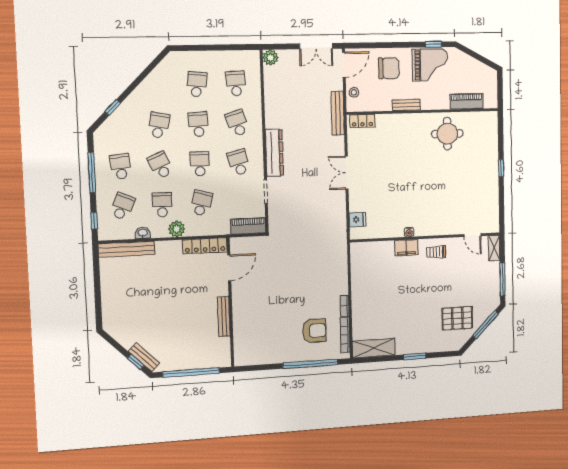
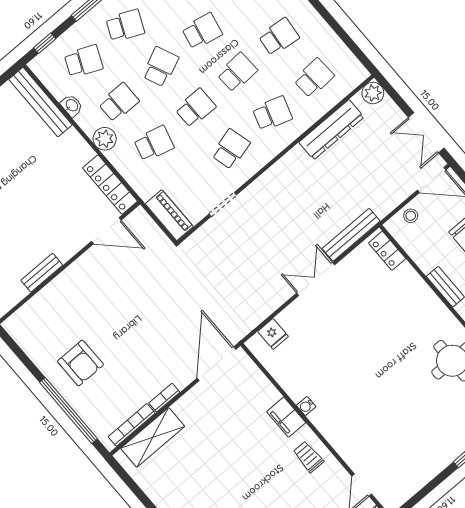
bench: (338, 113) -> (351, 235), moved
school desk: (237, 123) -> (272, 114), turned 36
dresser: (274, 153) -> (331, 130), moved
school desk: (121, 167) -> (125, 26), turned 30
door: (349, 263) -> (216, 364), added
bench: (224, 316) -> (42, 273), width x0.73
armchair: (314, 331) -> (80, 363), moved
shelving: (374, 348) -> (153, 437), moved, turned 90

